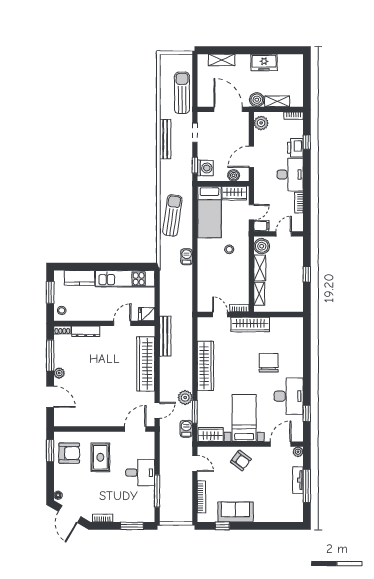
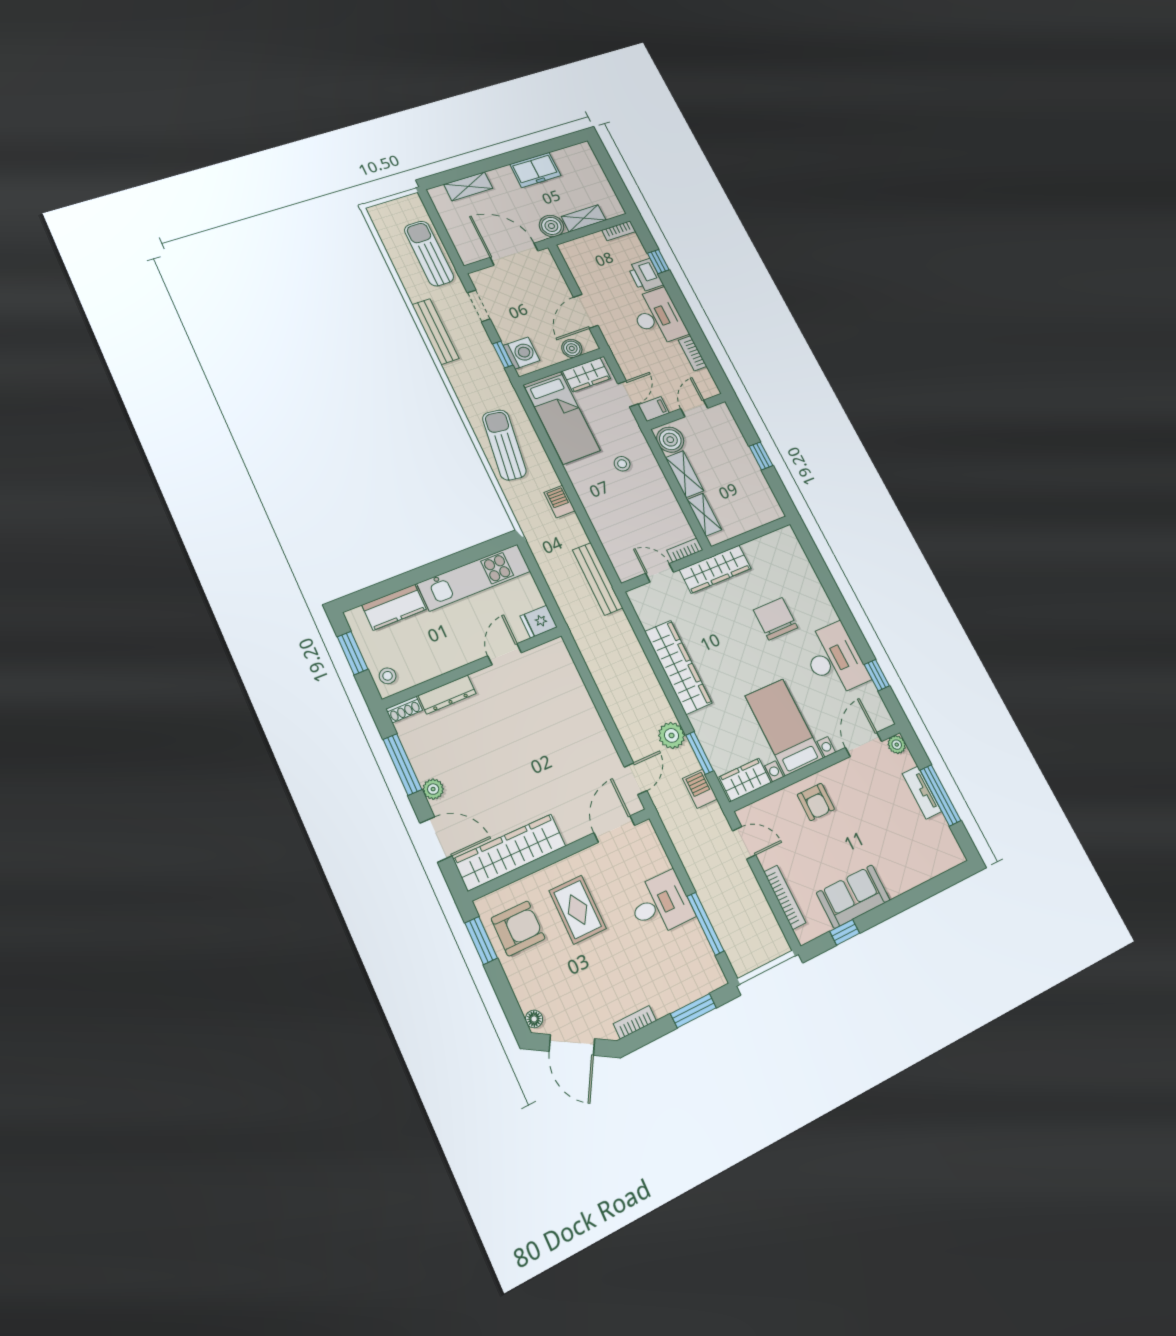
plant: (261, 123) -> (575, 257), removed
bench: (165, 336) -> (598, 579), moved
wardrobe: (146, 364) -> (510, 852), moved, turned 90
armchair: (241, 460) -> (816, 802), turned 53

